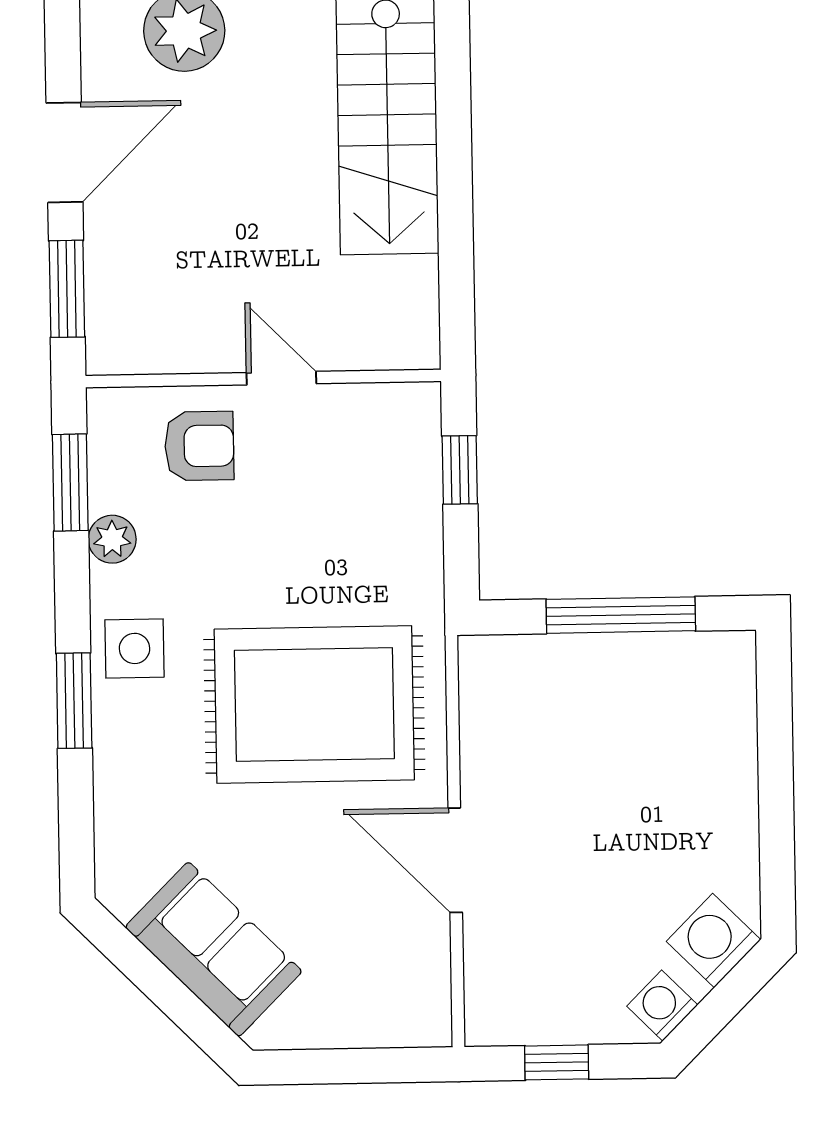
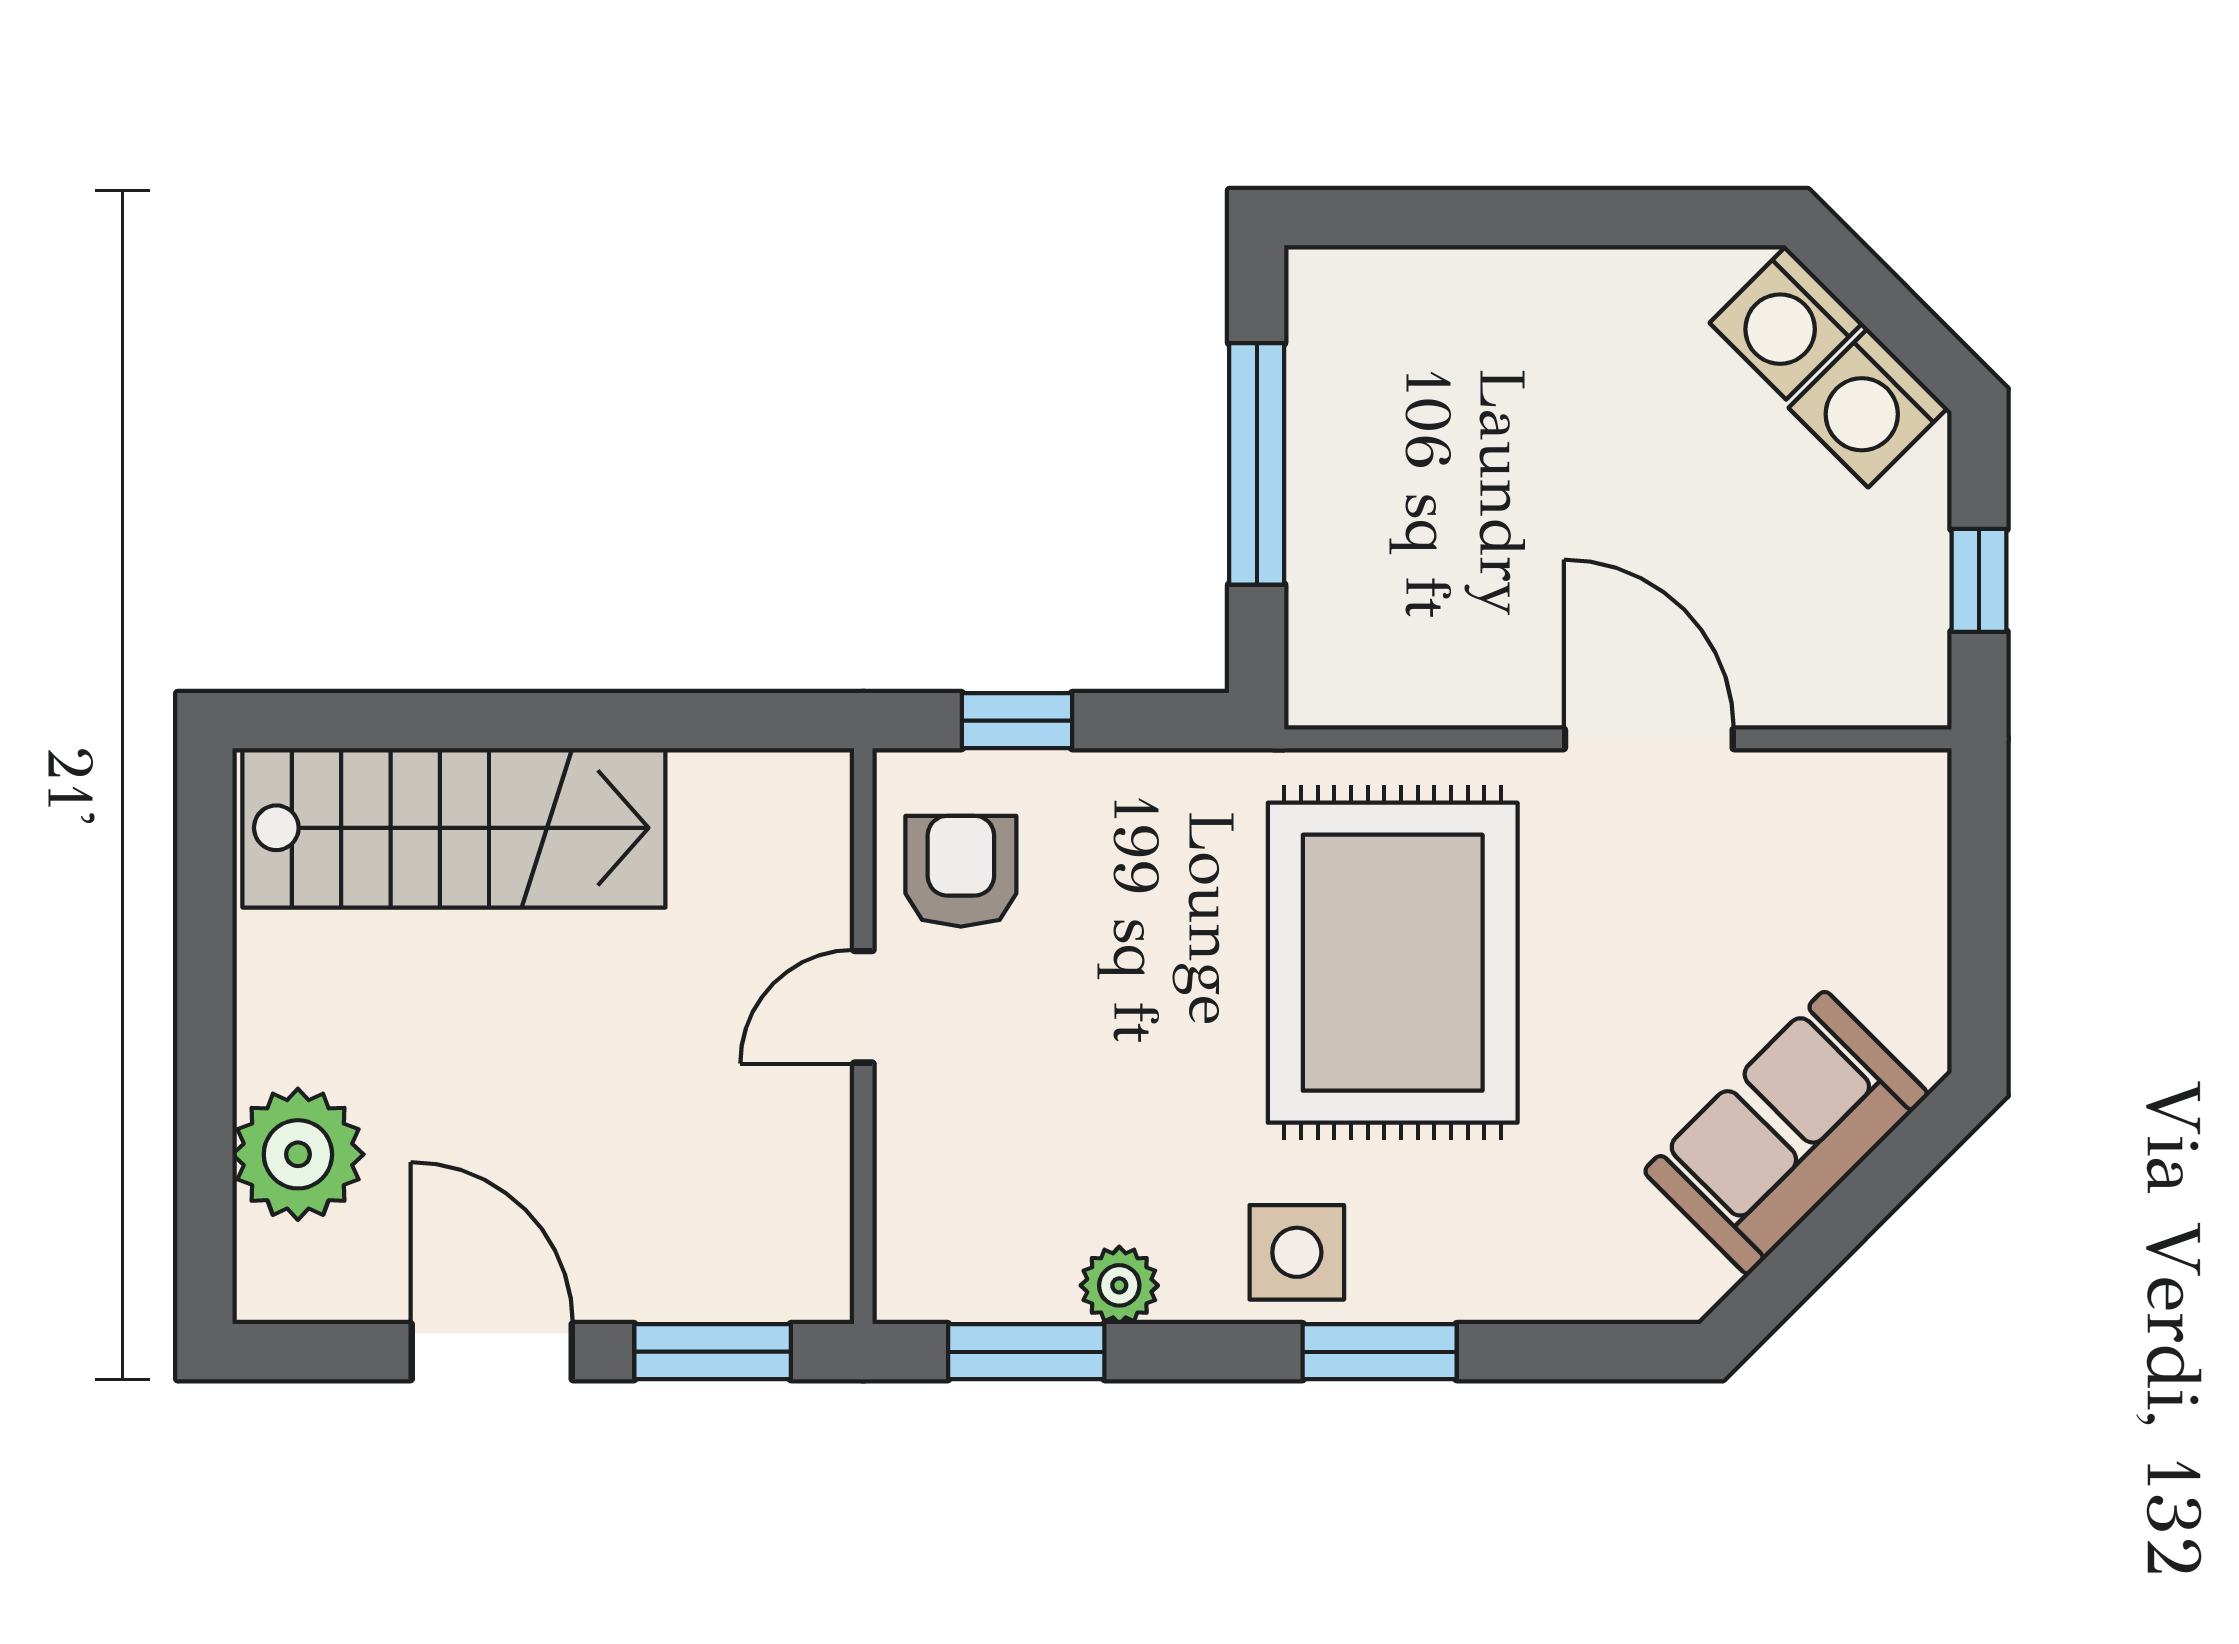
armchair: (199, 446) -> (961, 871), moved
door: (455, 860) -> (1649, 739), swing flipped
washing machine: (662, 1006) -> (1868, 408), width x1.38, depth x1.38

